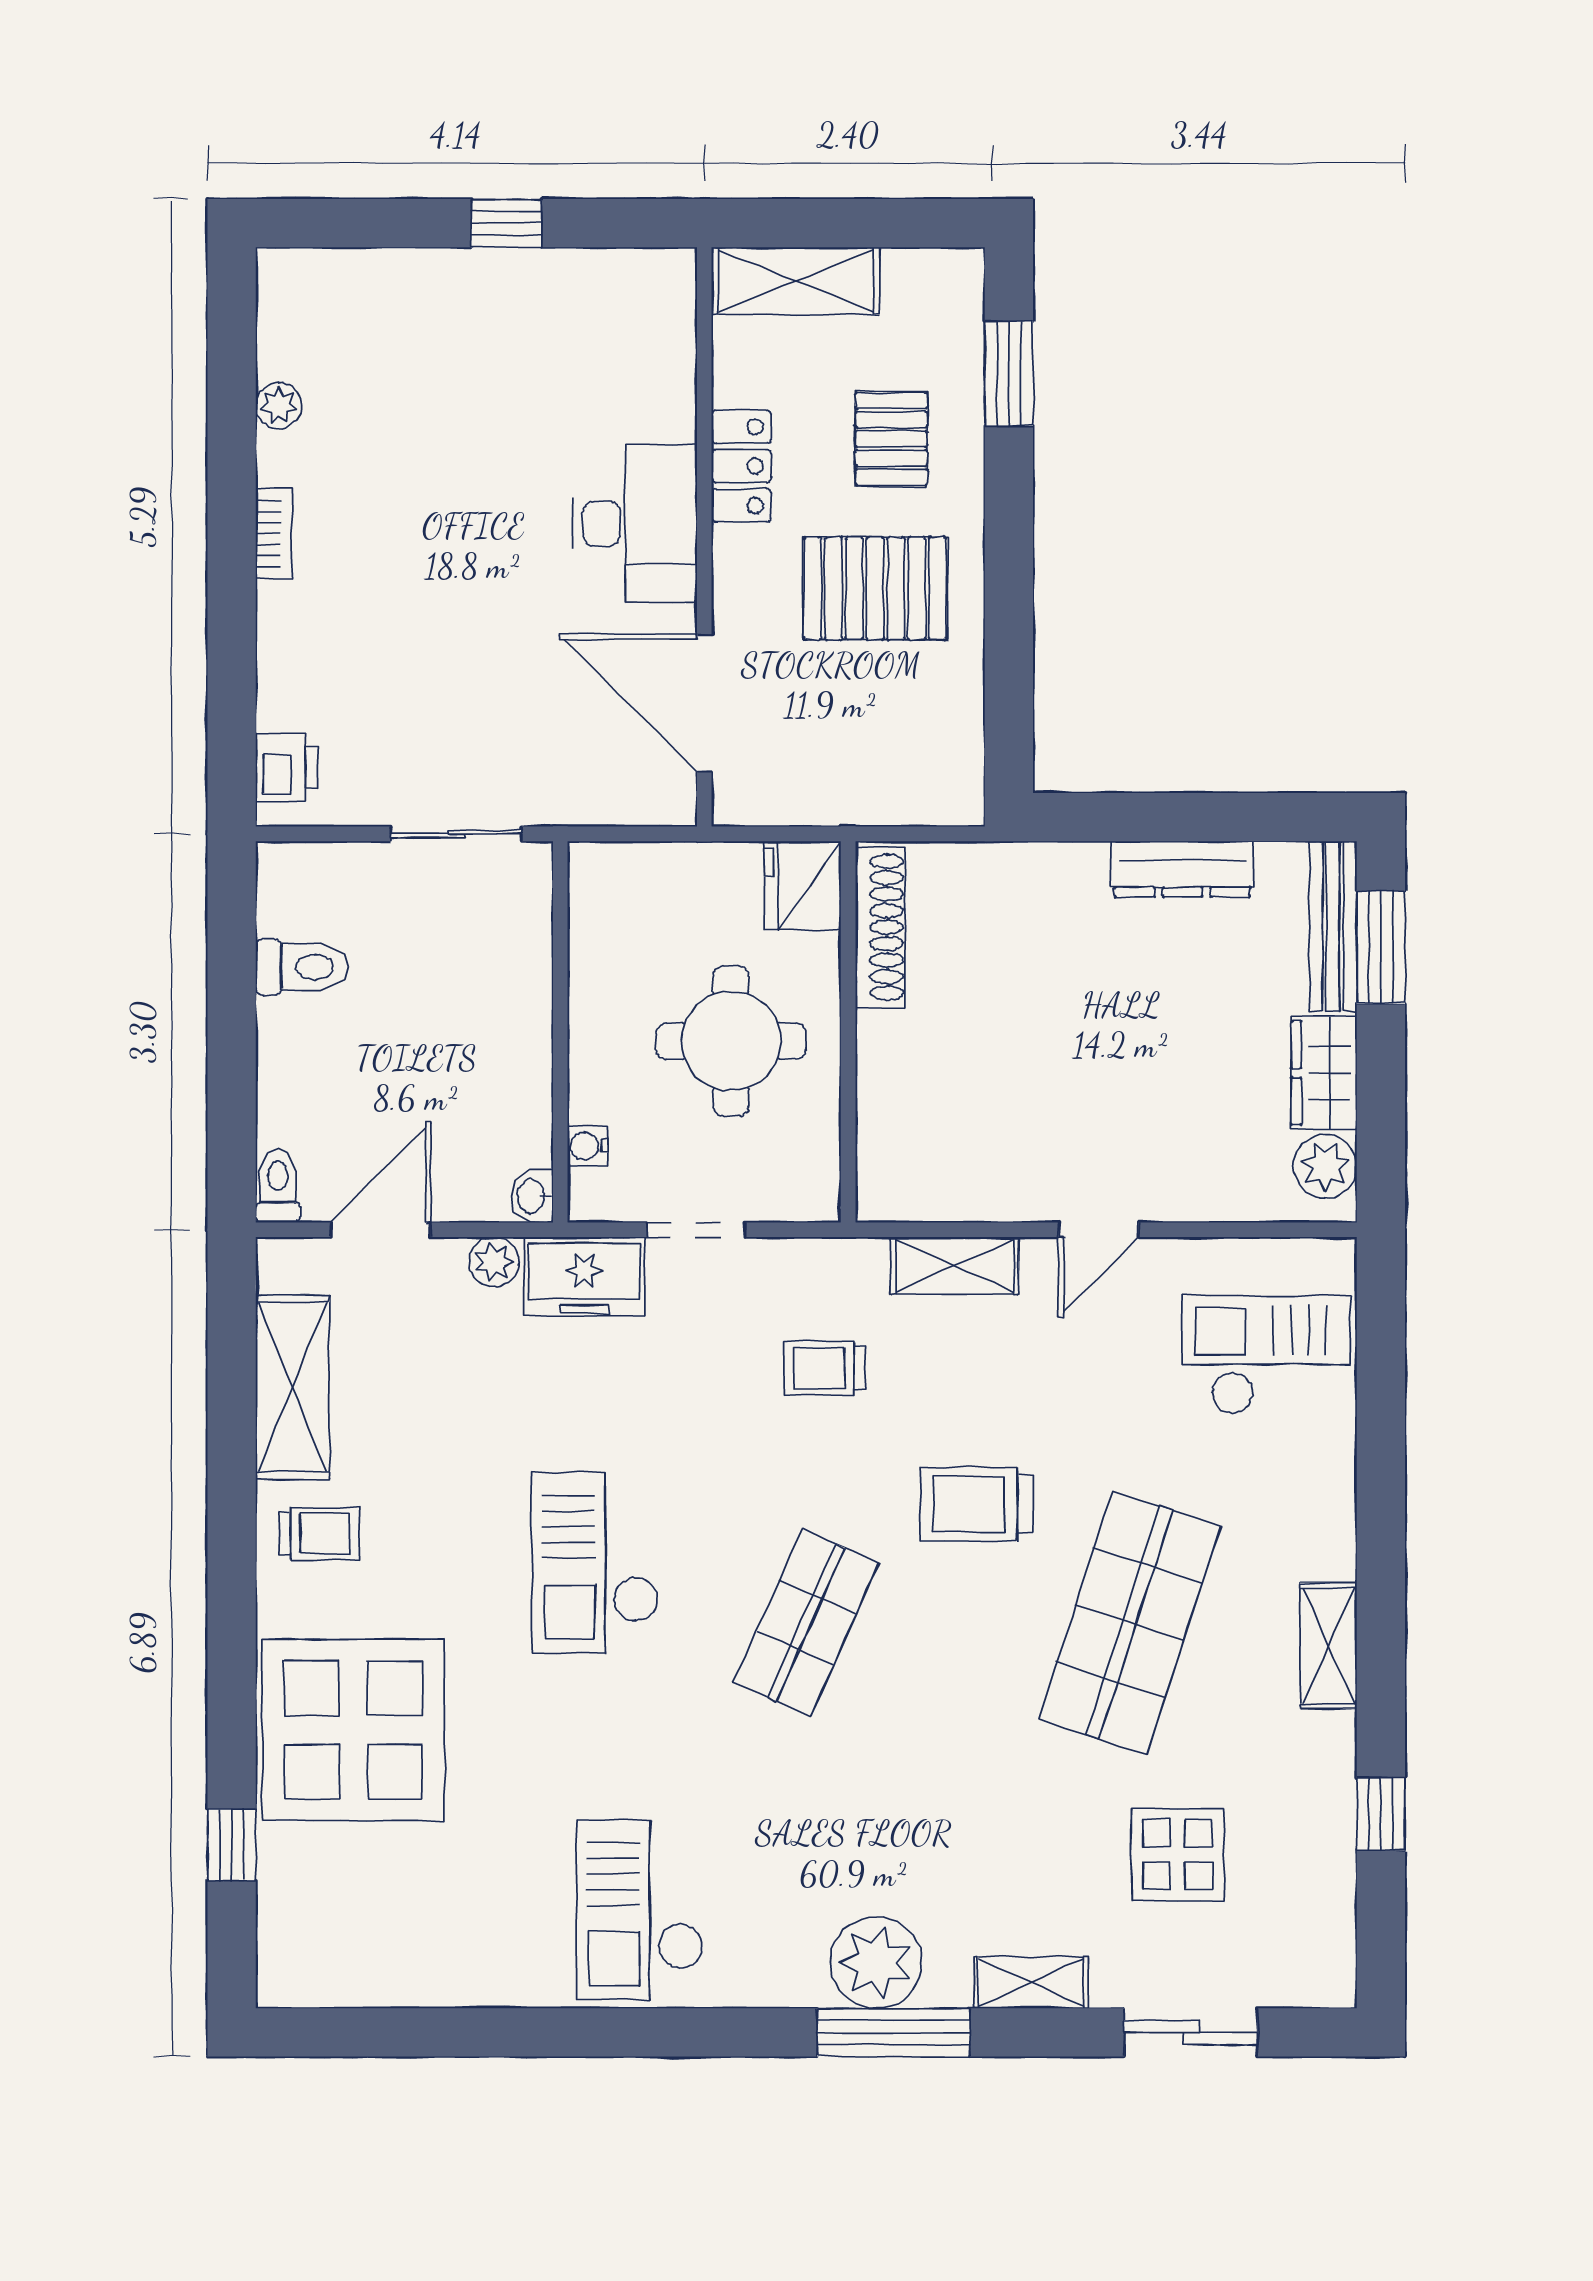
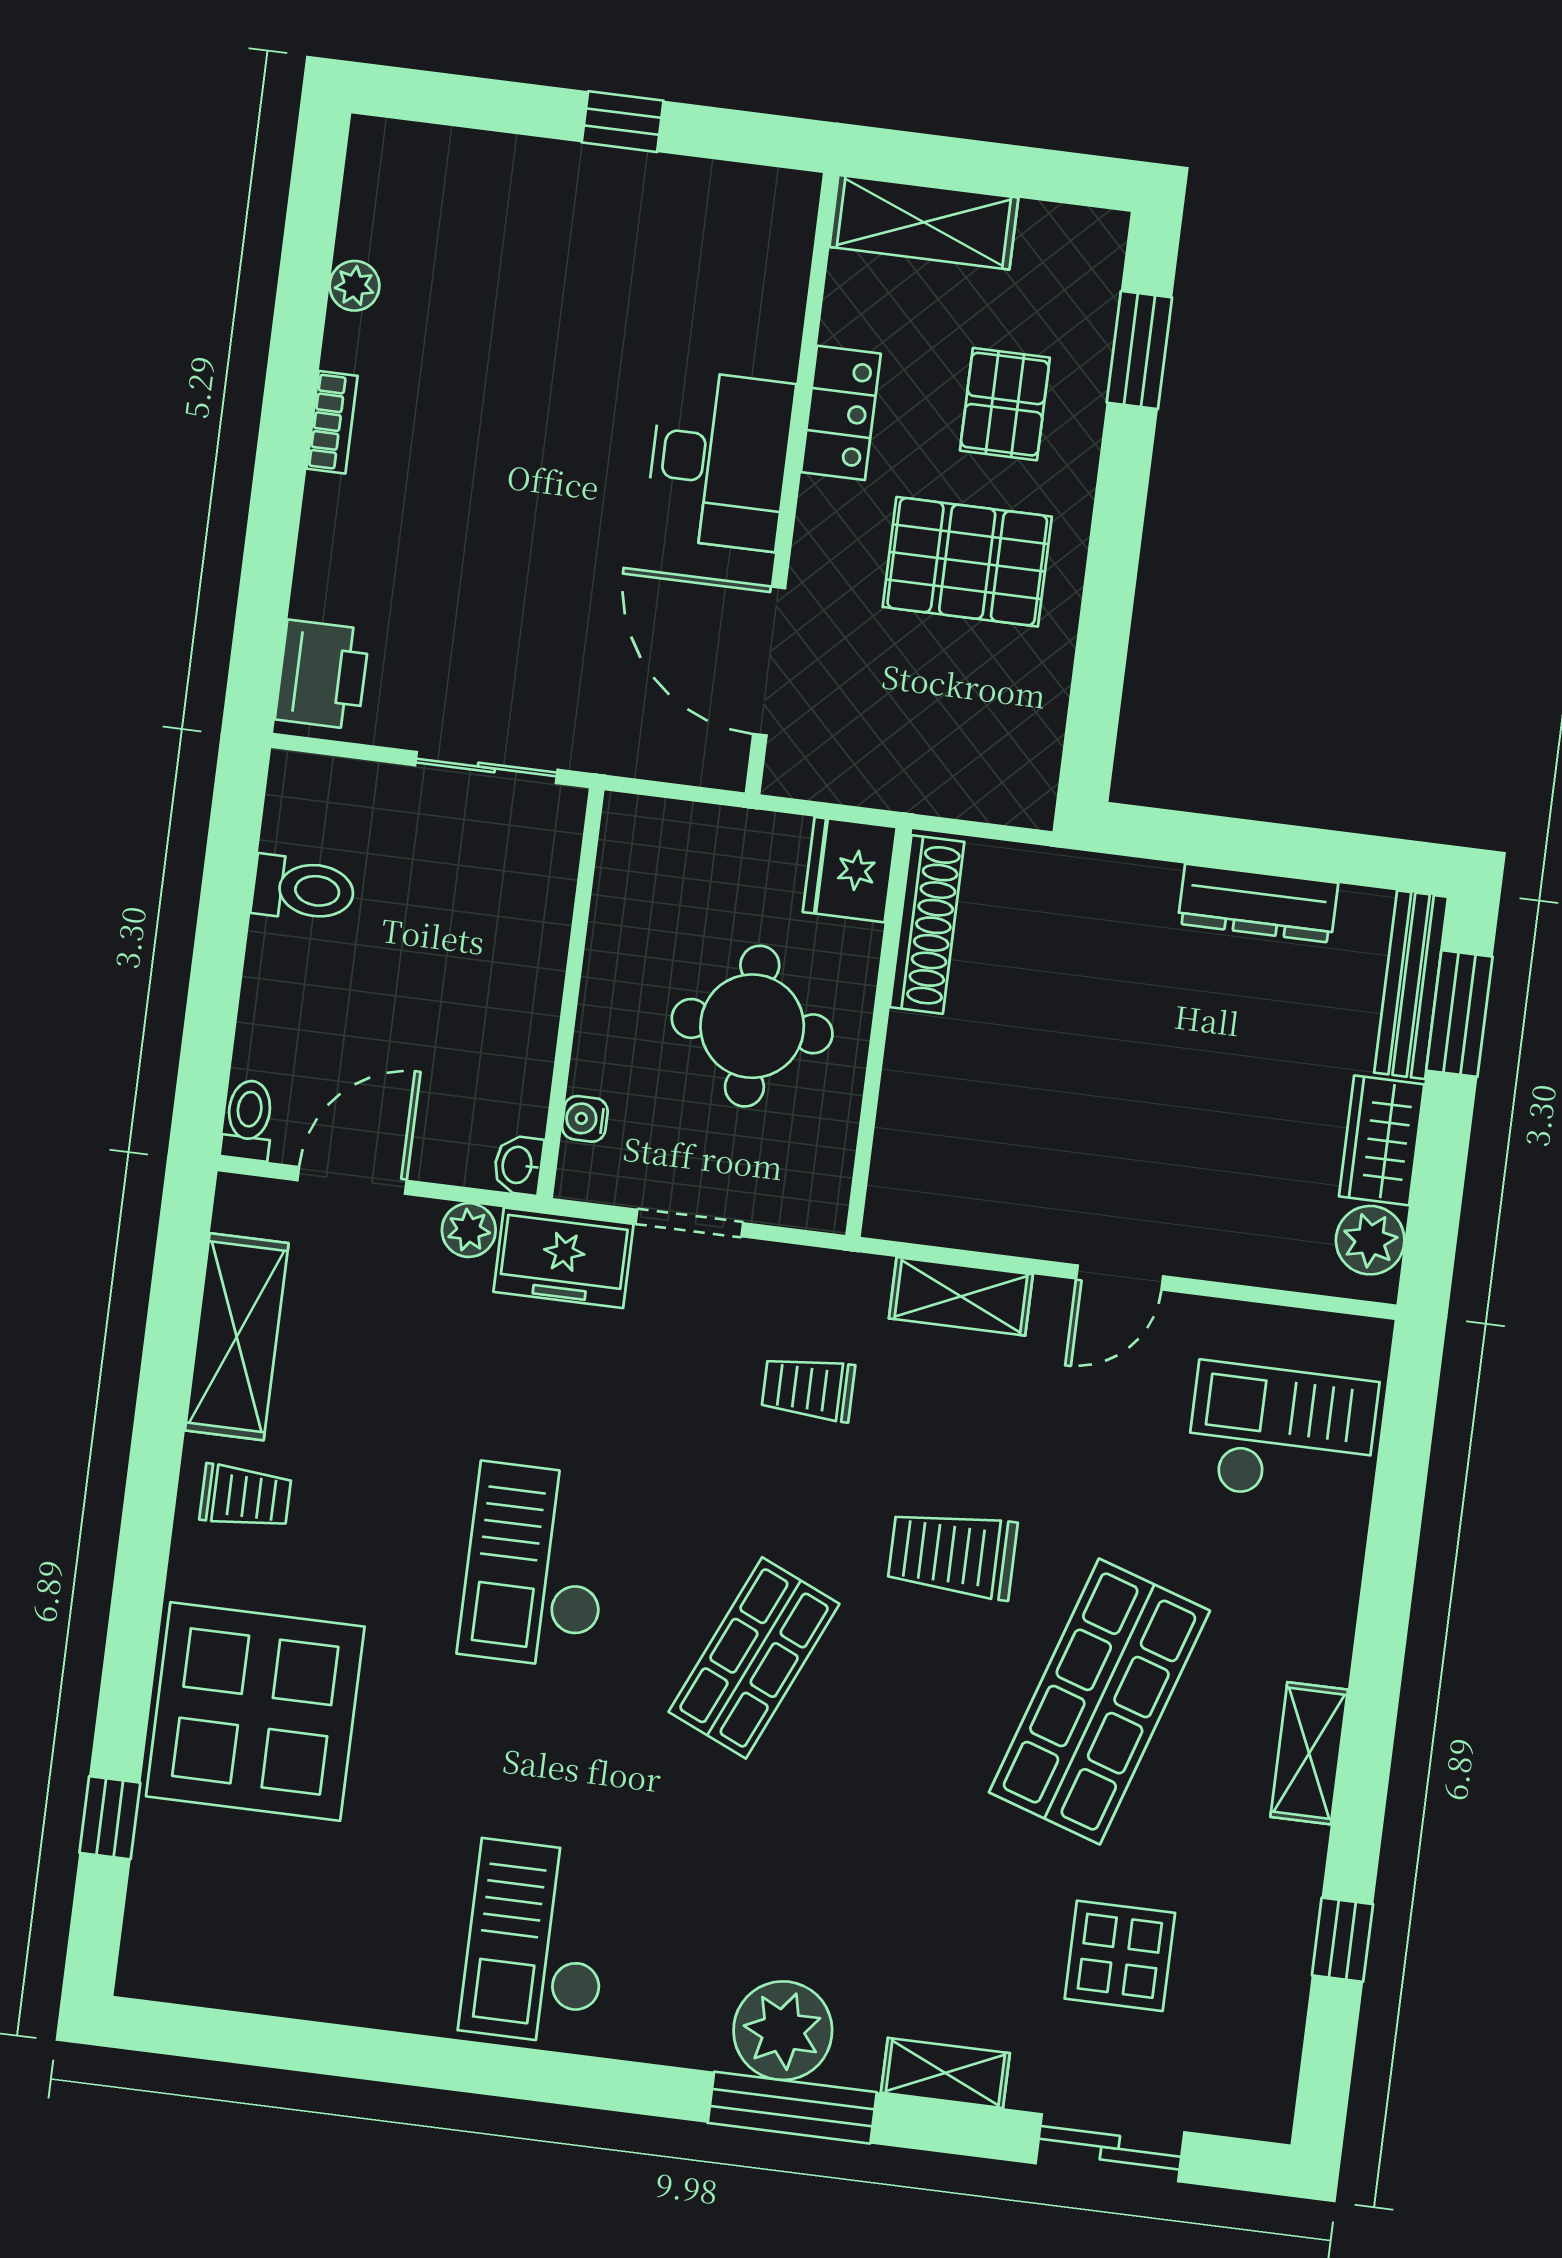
printer: (287, 767) -> (322, 675), width x1.36, depth x1.24

